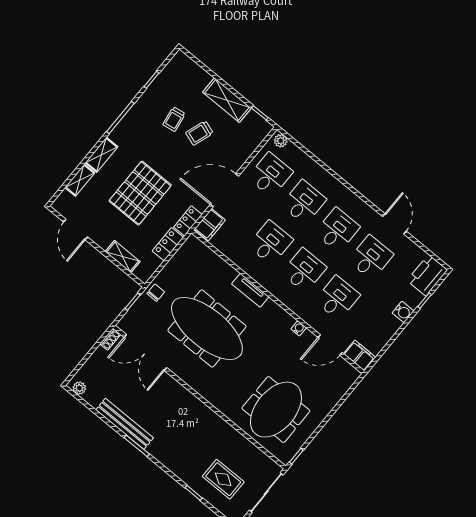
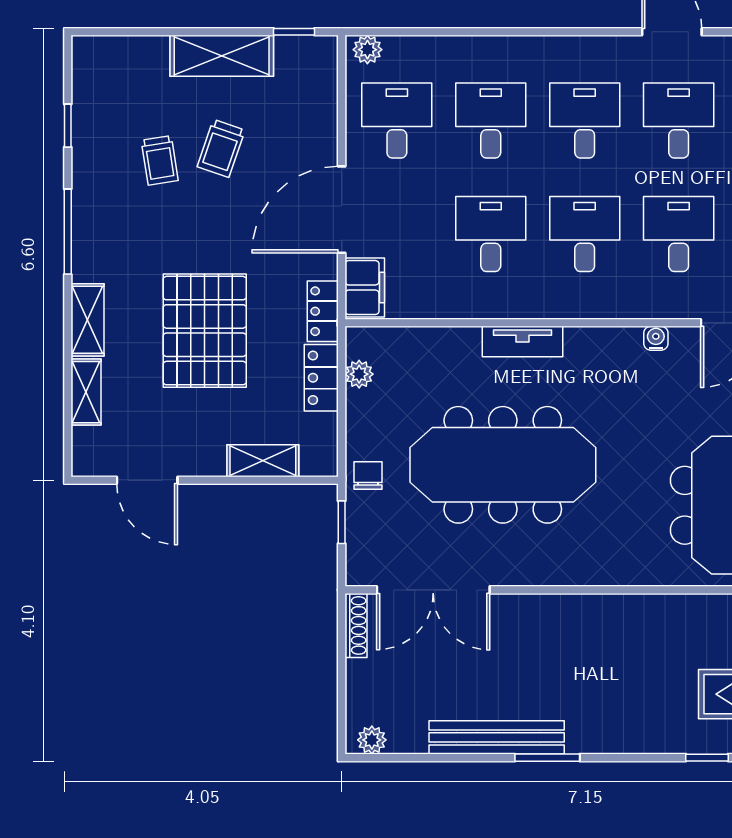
plant: (182, 254) -> (359, 374), added
shoe rack: (110, 339) -> (356, 625), width x1.43

